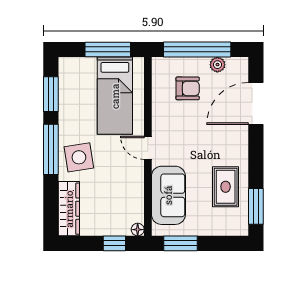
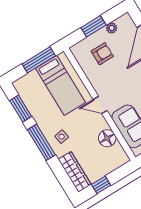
window: (197, 49) -> (93, 26), width x0.47
side table: (79, 157) -> (62, 137), width x0.54, depth x0.54
floor lamp: (138, 230) -> (107, 138), moved, width x1.89, depth x1.89
window: (114, 243) -> (101, 185), moved

